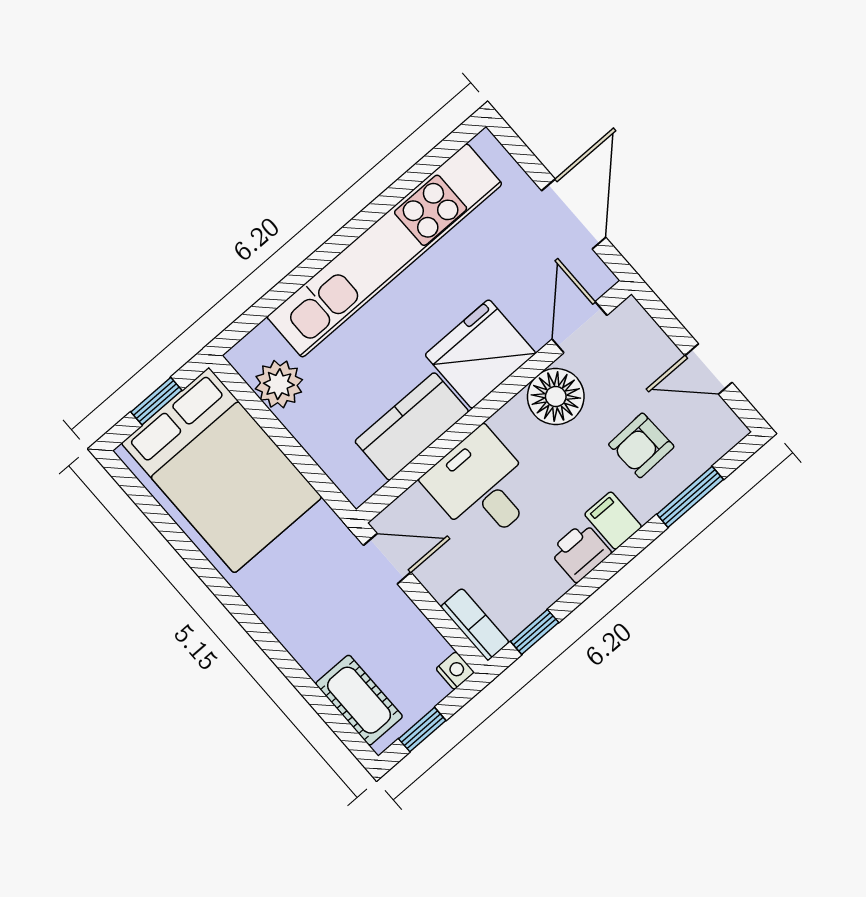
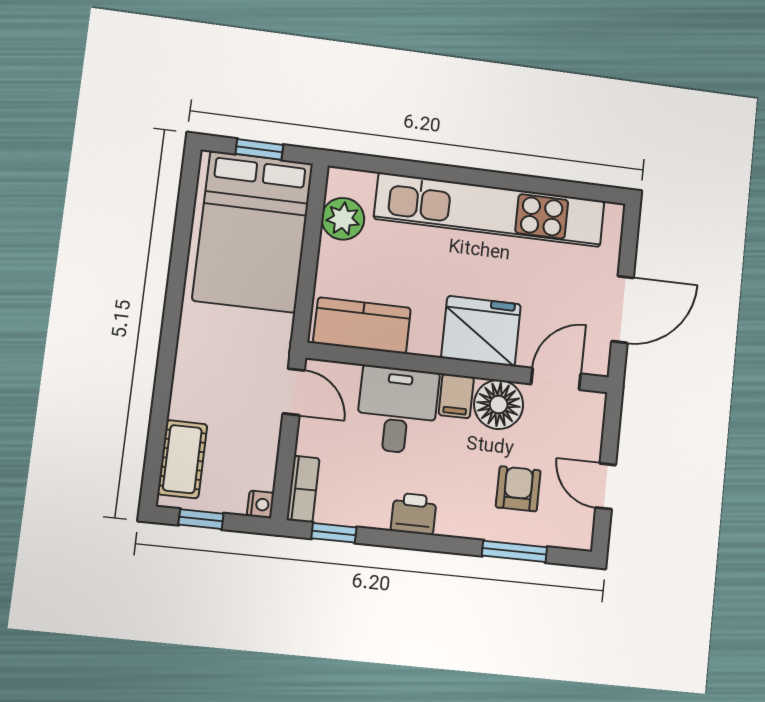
kitchen counter: (412, 426) -> (362, 325), moved
armchair: (641, 445) -> (518, 489), turned 92
filing cabinet: (613, 521) -> (456, 396), moved, turned 180

